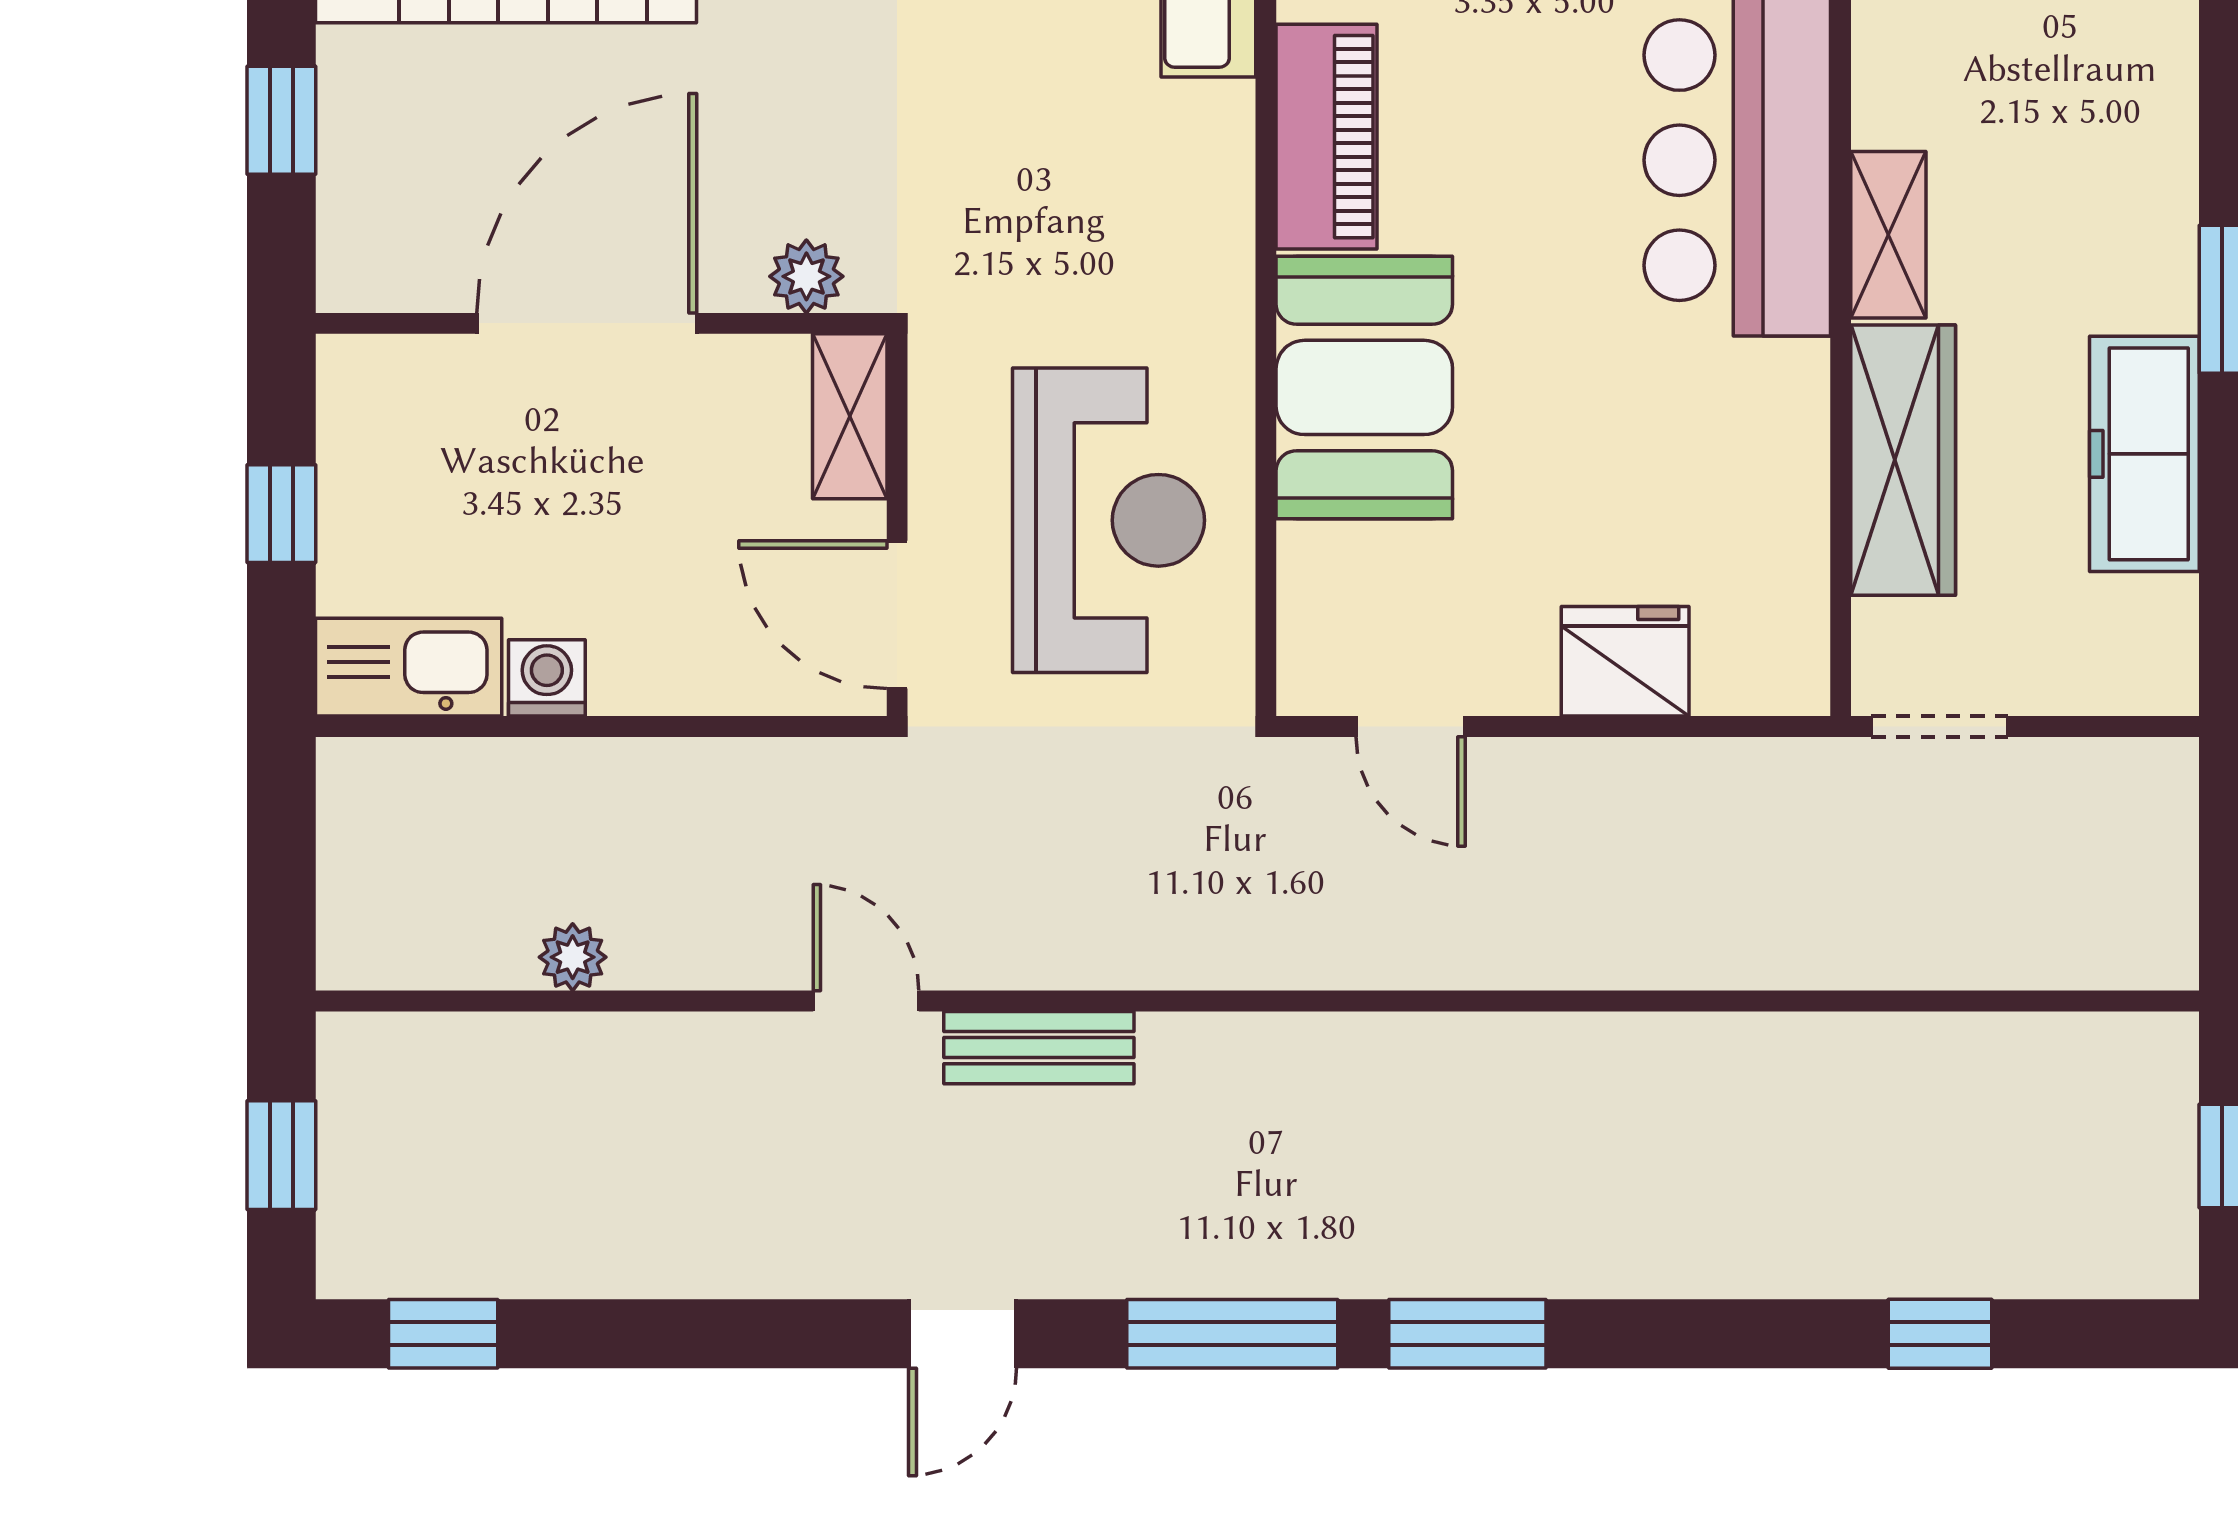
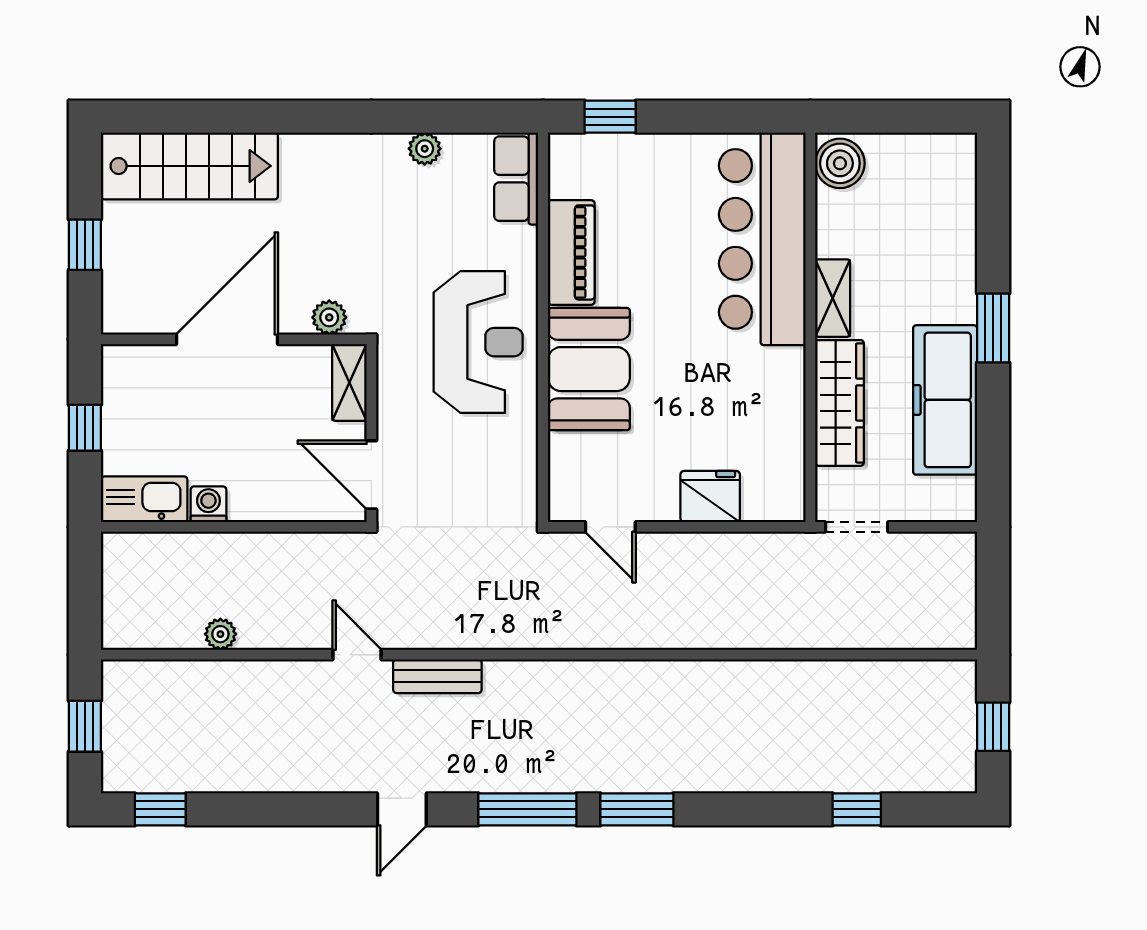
freezer: (2144, 454) -> (945, 400), width x1.36, depth x1.26
reception desk: (1109, 520) -> (478, 342), moved

